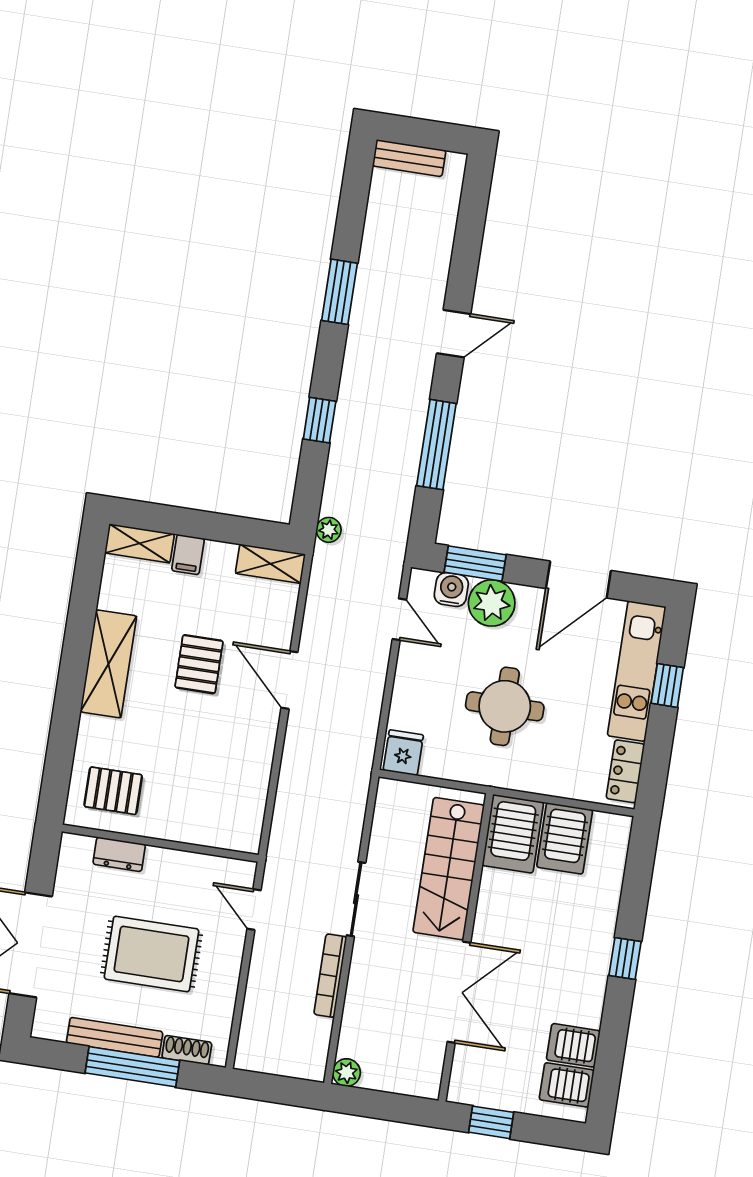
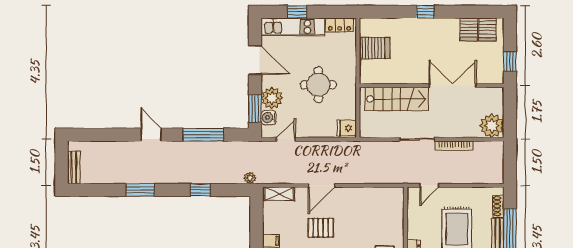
shelving: (270, 564) -> (279, 194), moved, turned 90
server rack: (513, 834) -> (376, 72), removed
plant: (347, 1073) -> (492, 126), width x1.88, depth x1.88

